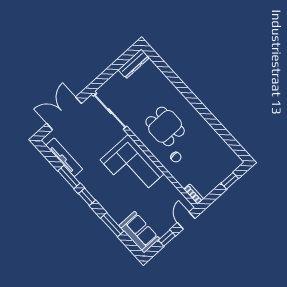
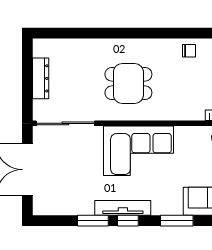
dresser: (134, 64) -> (41, 78), moved
tv unit: (64, 157) -> (123, 208), moved
chair: (176, 157) -> (189, 51), moved

